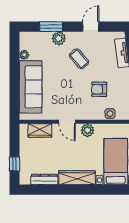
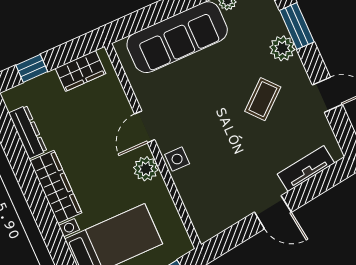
armchair: (99, 89) -> (226, 157), removed
side table: (110, 114) -> (177, 159), moved
wardrobe: (40, 130) -> (80, 71), moved, turned -90

